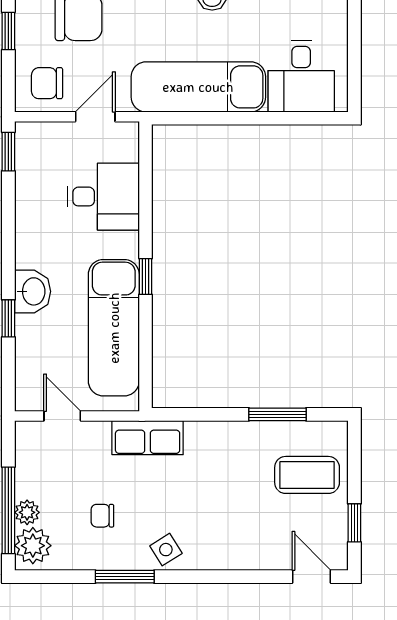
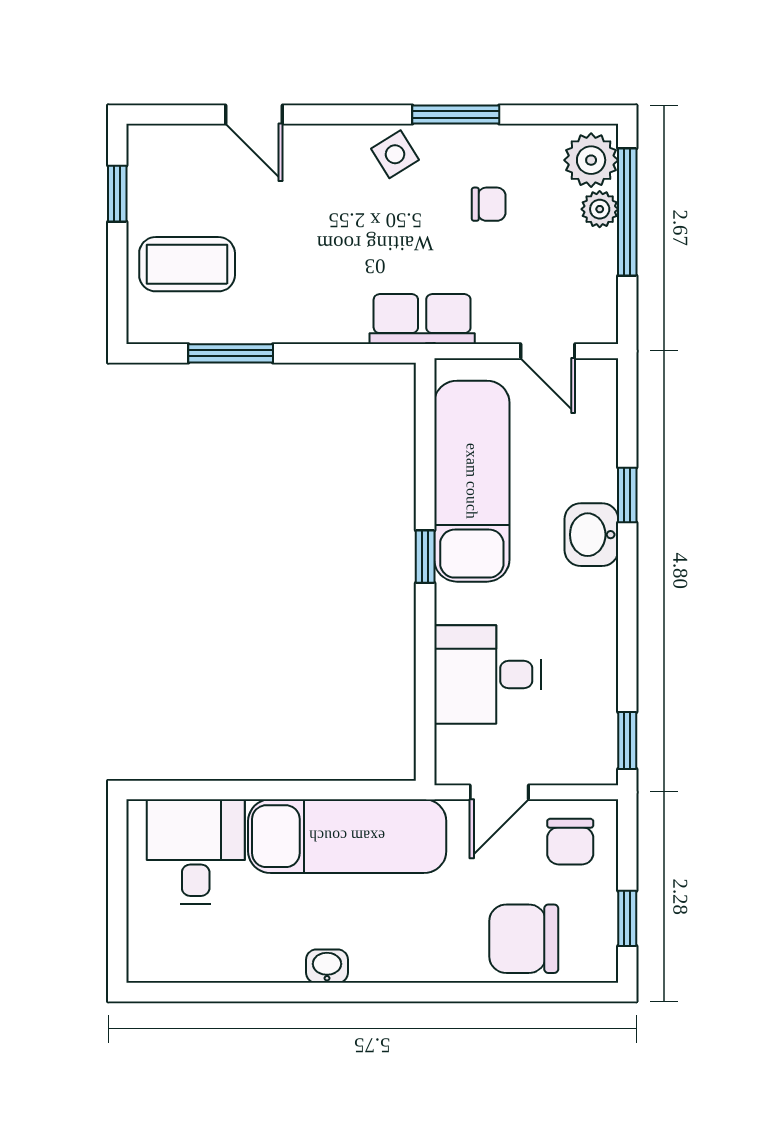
chair: (47, 83) -> (570, 842), turned 90
door: (311, 577) -> (254, 115), moved

